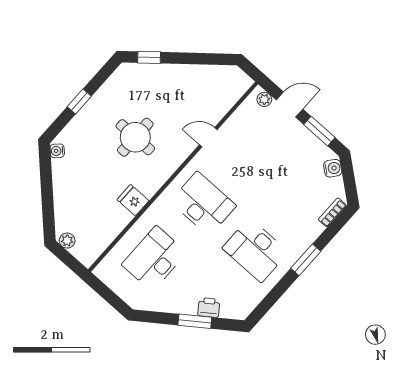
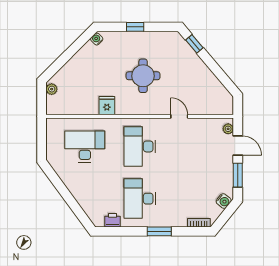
desk: (203, 204) -> (140, 146), turned 180
printer: (209, 308) -> (112, 220), moved, turned -54
window: (195, 321) -> (70, 200), removed

